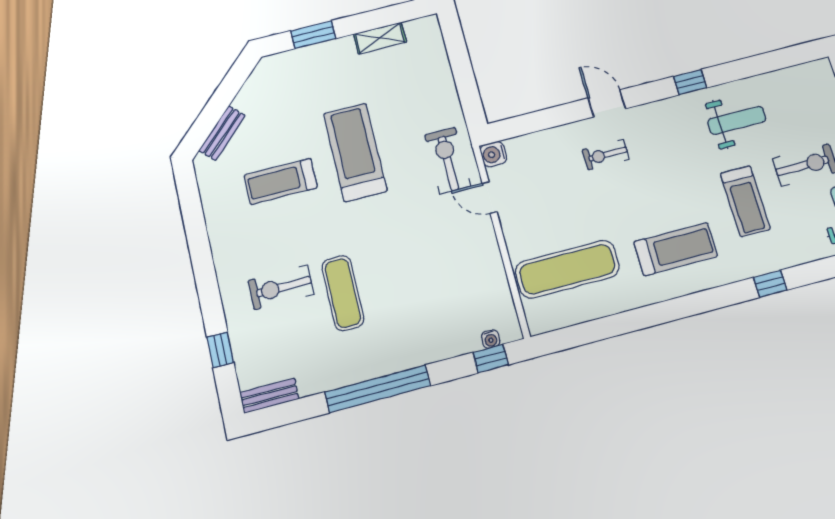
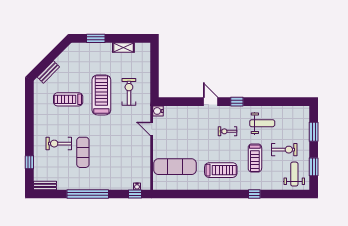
window: (690, 82) -> (237, 102), moved
exercise bike: (606, 155) -> (228, 131), moved
exercise bike: (447, 160) -> (129, 92), moved

